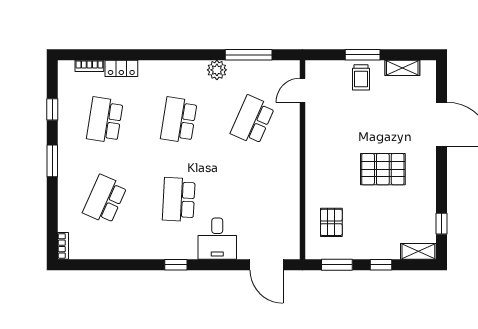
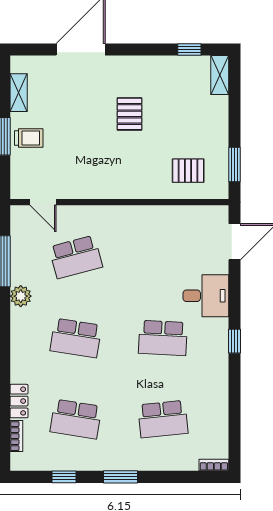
school desk: (253, 120) -> (76, 257), turned -39
pallet: (383, 169) -> (130, 114), width x0.67, depth x0.71
school desk: (105, 199) -> (163, 419), turned -30
window: (381, 265) -> (234, 116), removed

